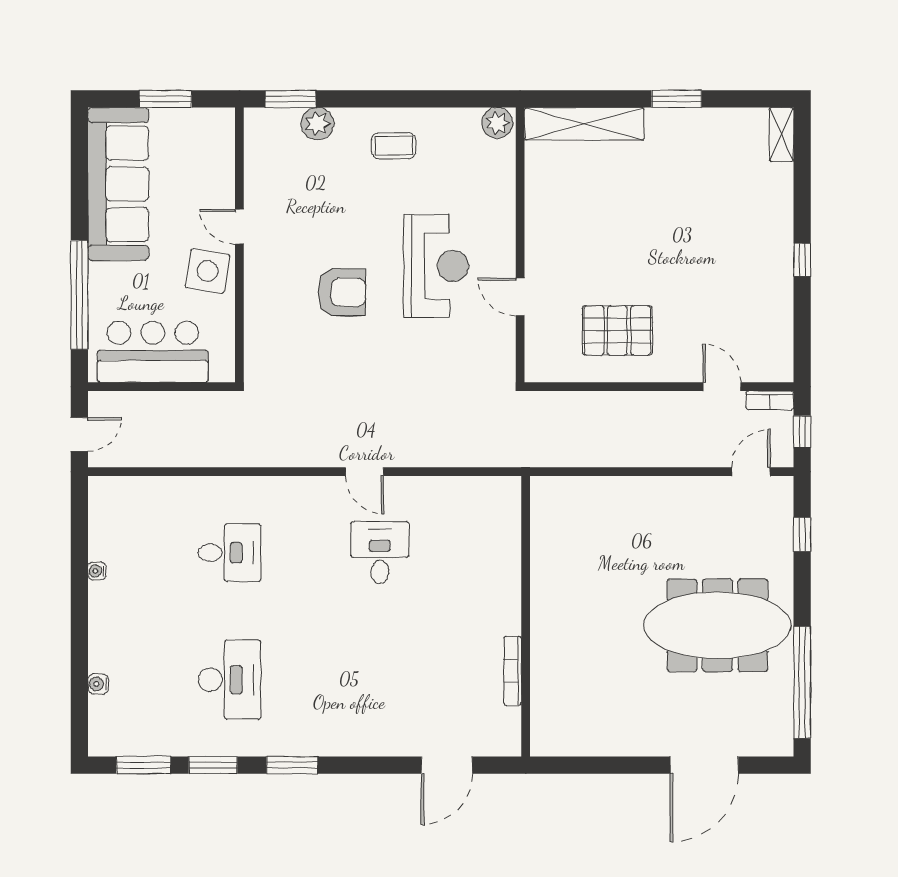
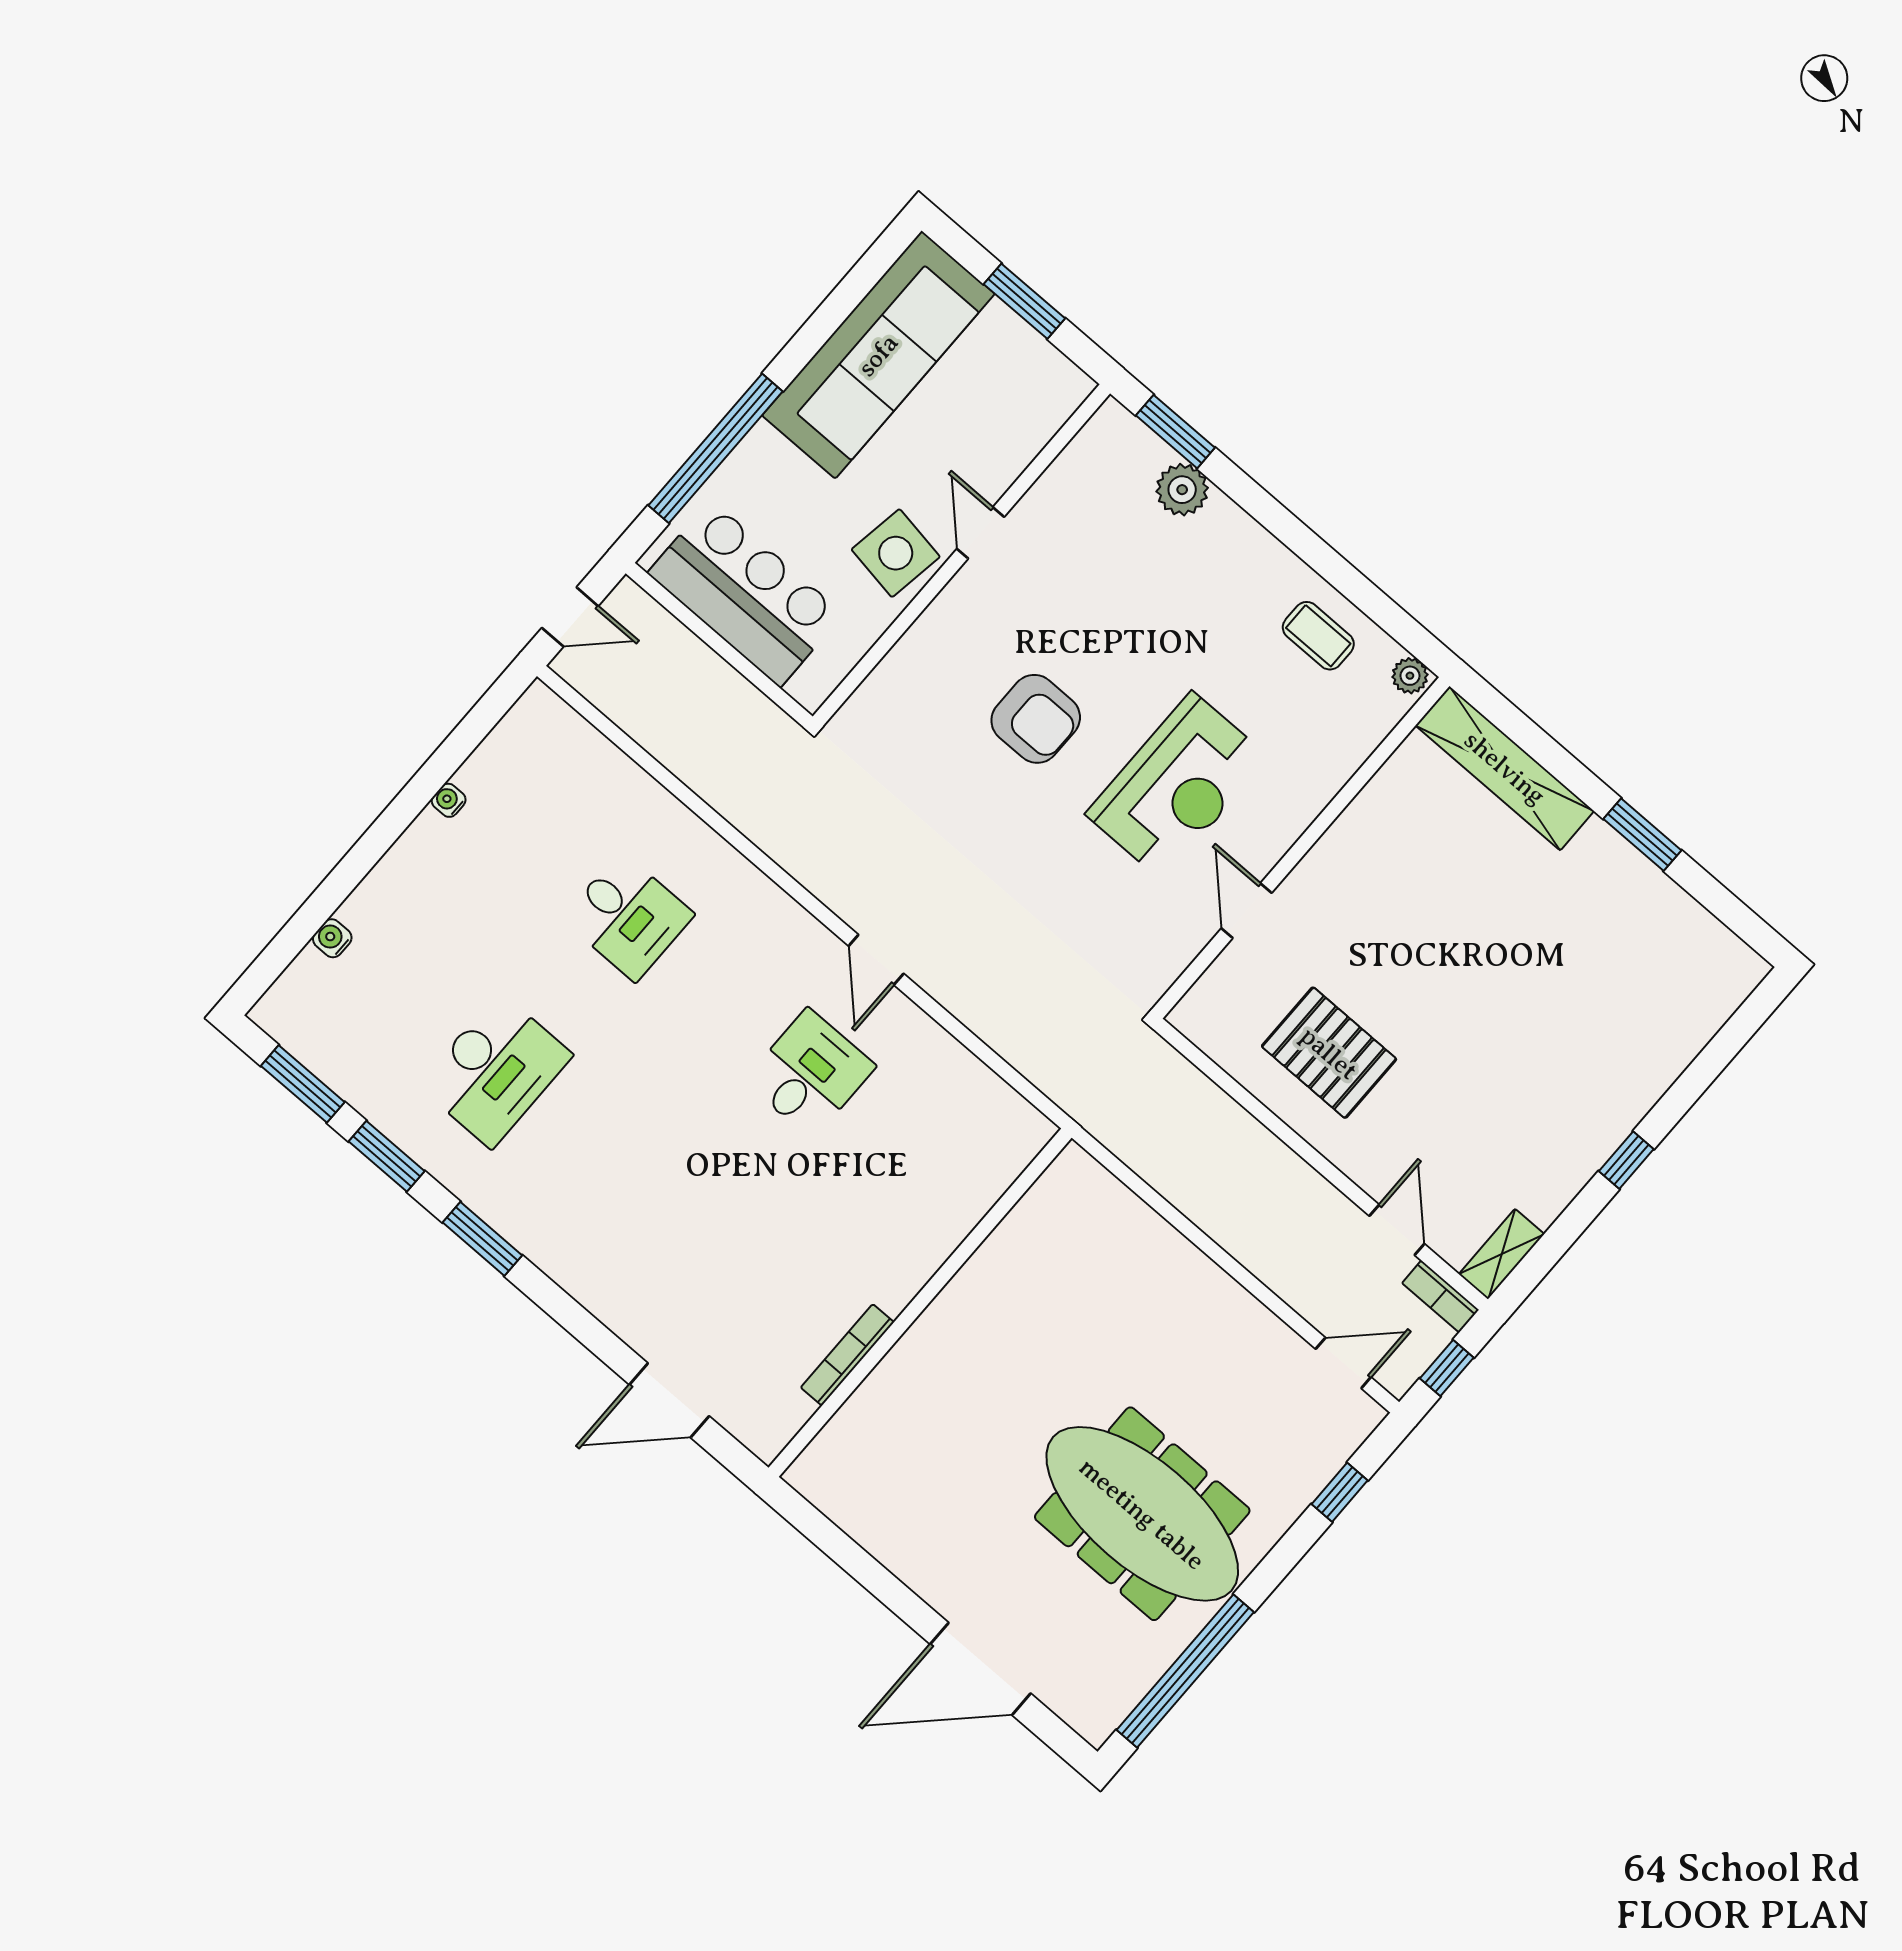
plant: (497, 123) -> (1410, 676), width x0.73, depth x0.73
shelving: (781, 134) -> (1502, 1254), moved
coffee table: (394, 146) -> (1318, 636), moved

